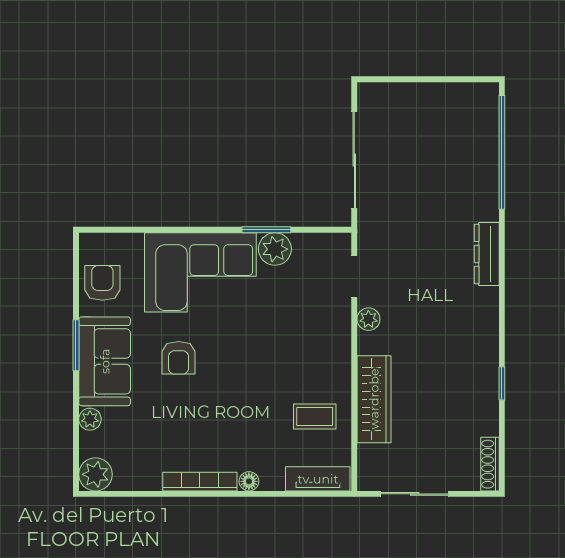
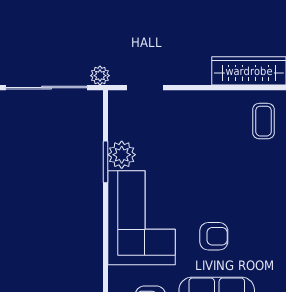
plant: (368, 319) -> (100, 76), moved

